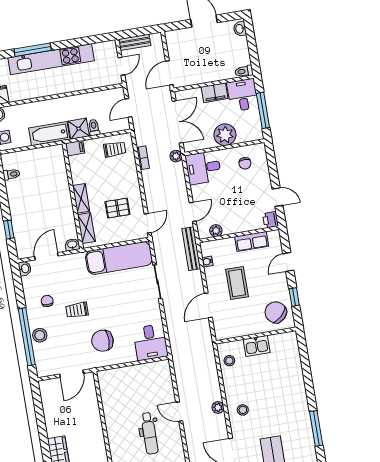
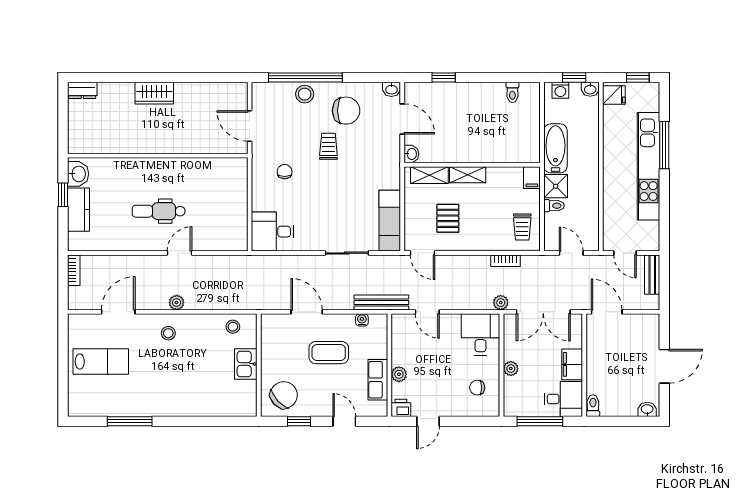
plant: (225, 135) -> (511, 369), width x0.53, depth x0.53
plant: (216, 231) -> (399, 374), moved
exam couch: (119, 258) -> (390, 221), width x0.73, depth x0.69
chair: (47, 301) -> (346, 111), width x1.87, depth x1.87
chair: (102, 341) -> (285, 172), width x0.54, depth x0.54

